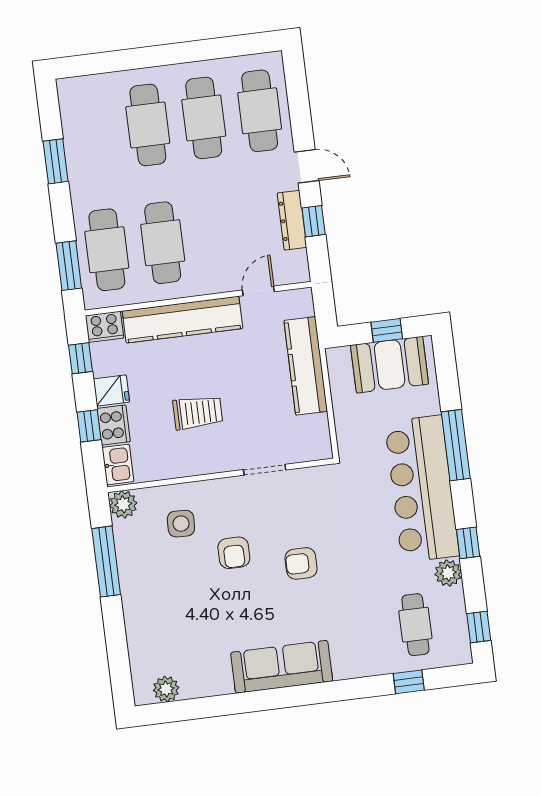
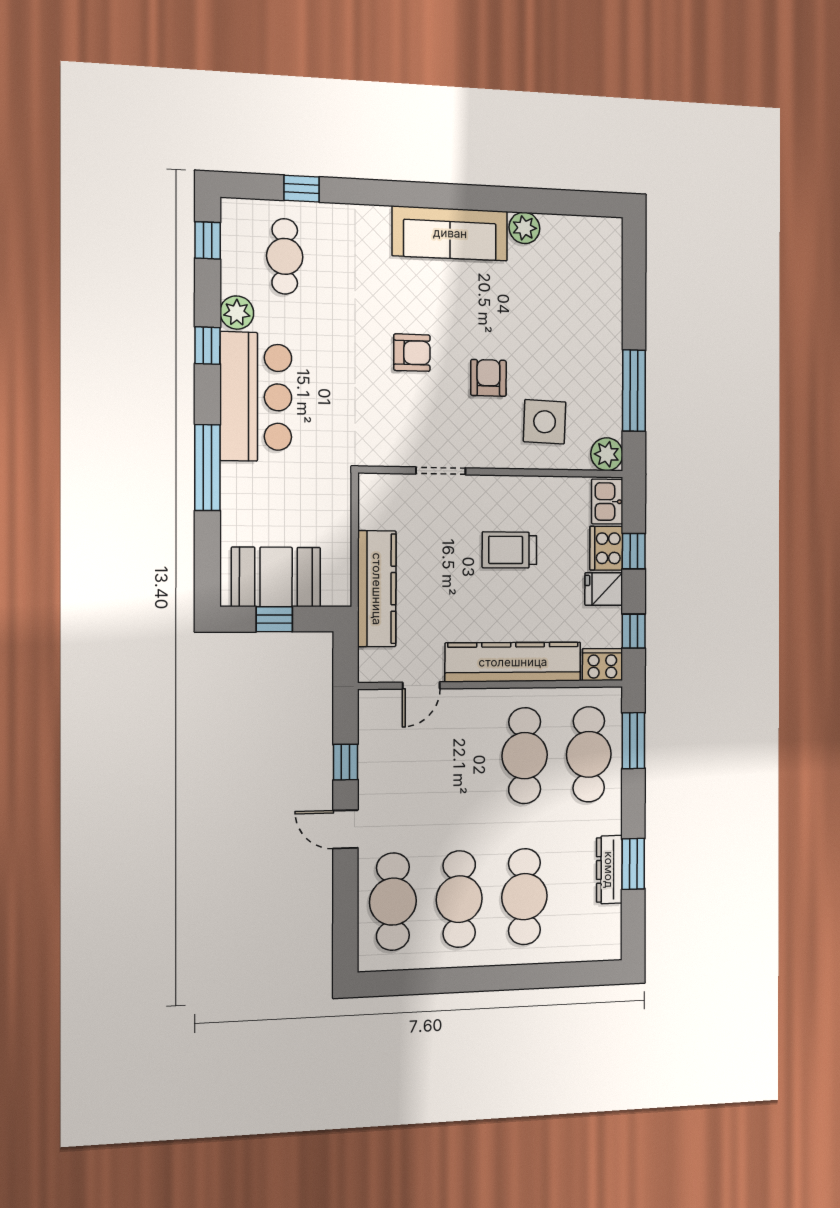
dresser: (292, 220) -> (609, 870), moved, turned 180
bar counter: (422, 489) -> (256, 397), width x0.73
side table: (181, 524) -> (545, 422), width x1.37, depth x1.37
plant: (166, 689) -> (524, 228), moved

